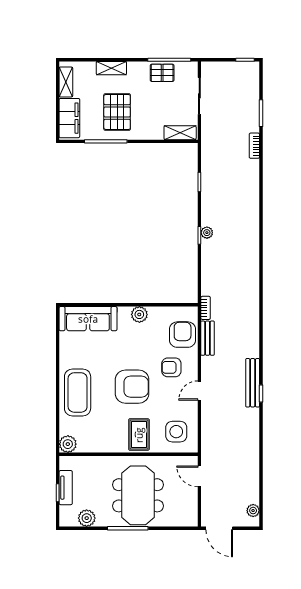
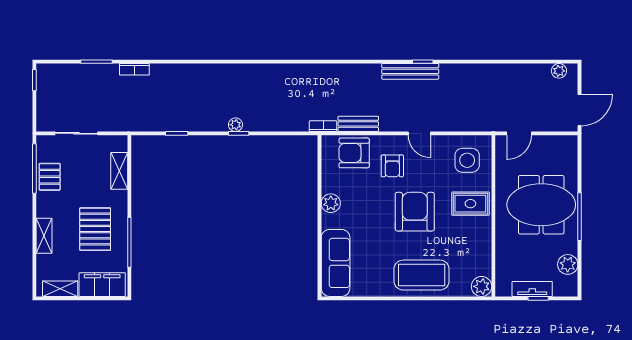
pallet: (117, 112) -> (95, 229), turned 90
shelving: (180, 133) -> (119, 171), moved

